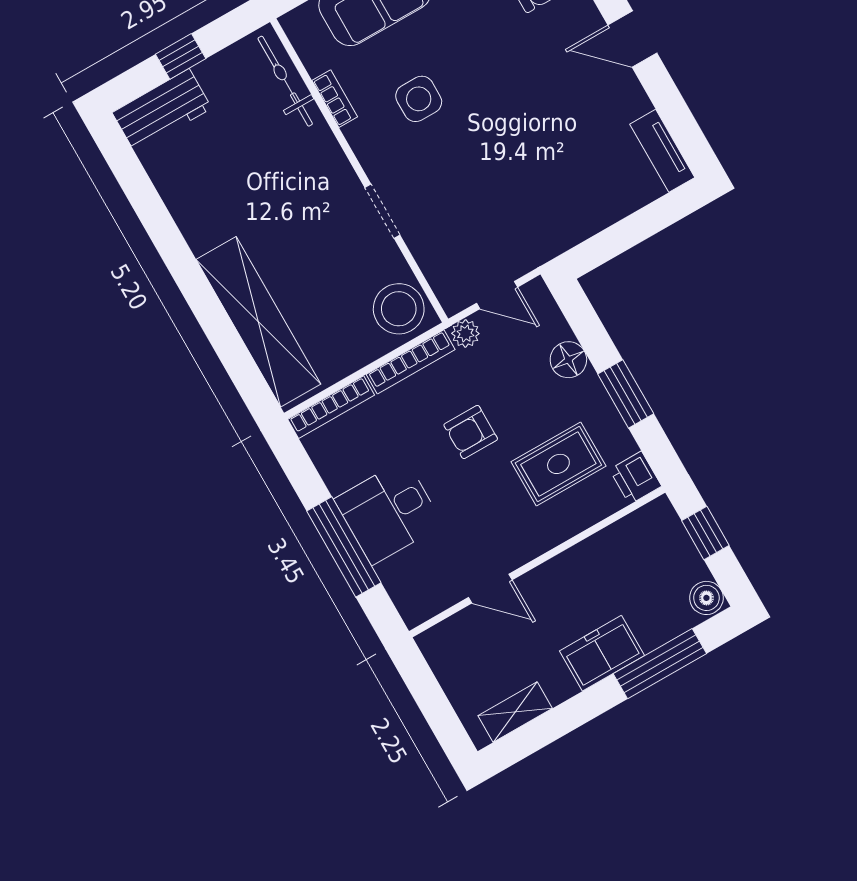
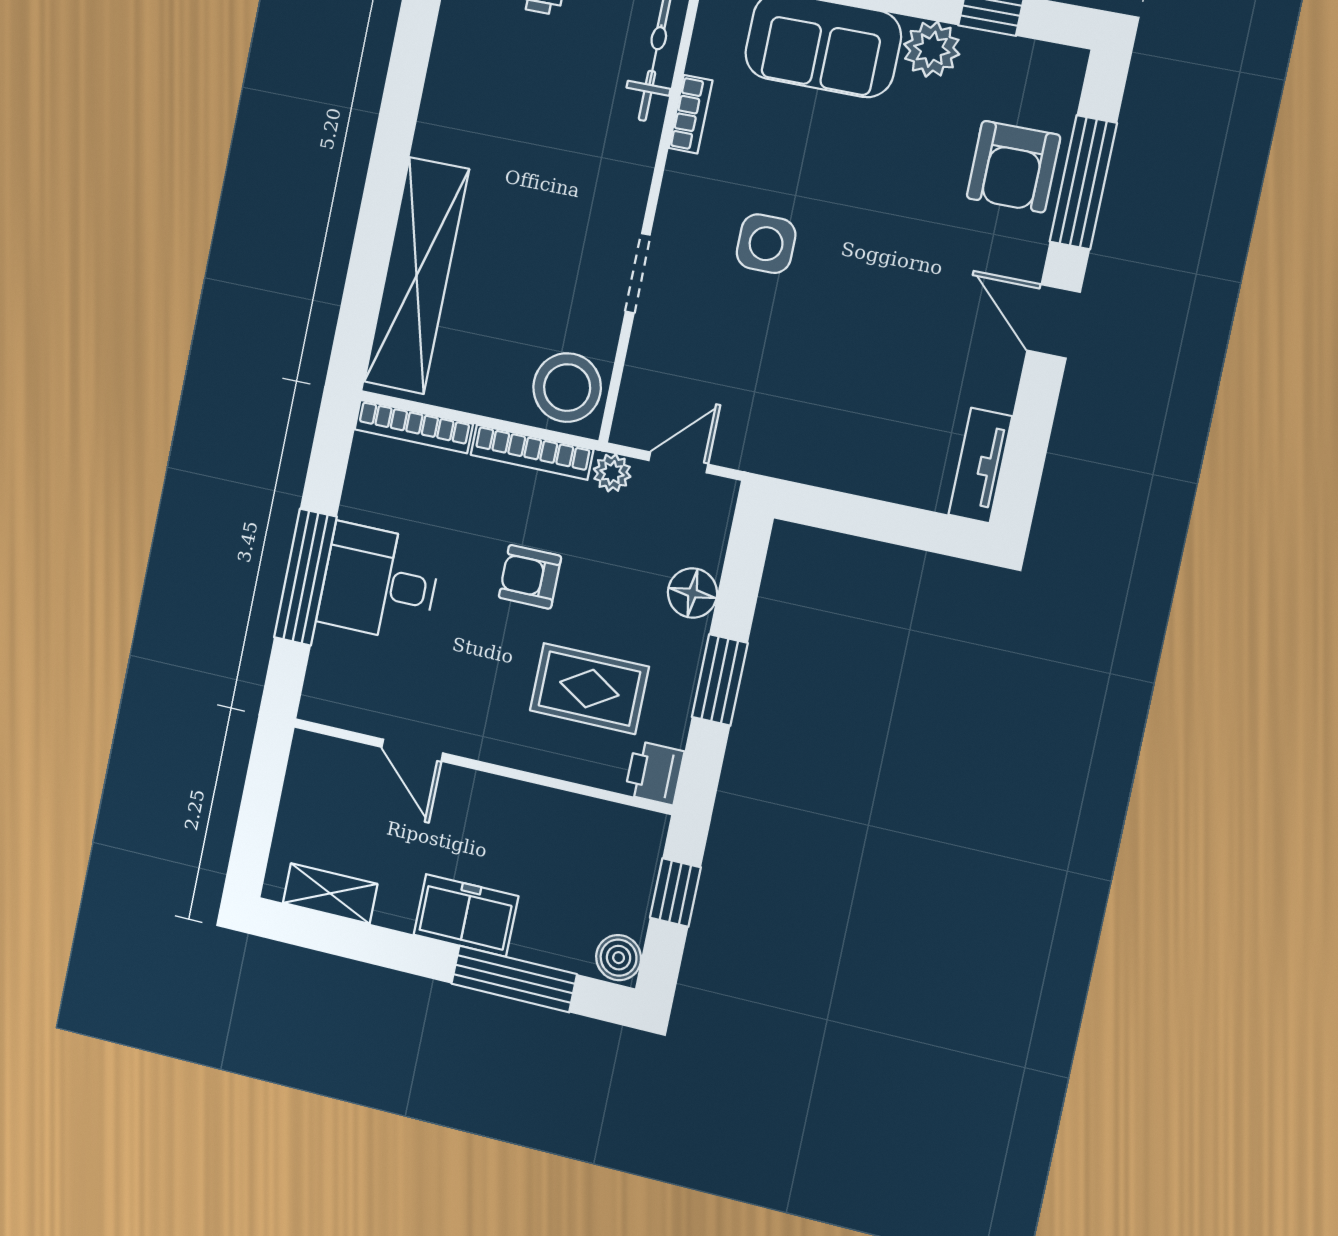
side table: (419, 99) -> (766, 244), moved
door: (497, 295) -> (678, 462), swing flipped

